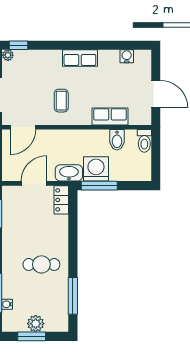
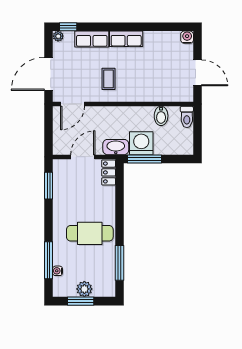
water cooler: (127, 56) -> (187, 37), moved
row of seats: (110, 116) -> (92, 39), moved, turned 180
cafe table: (41, 264) -> (90, 233), width x1.37, depth x1.35

